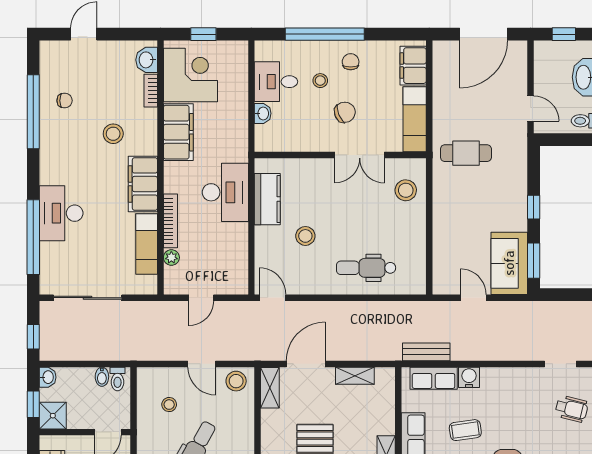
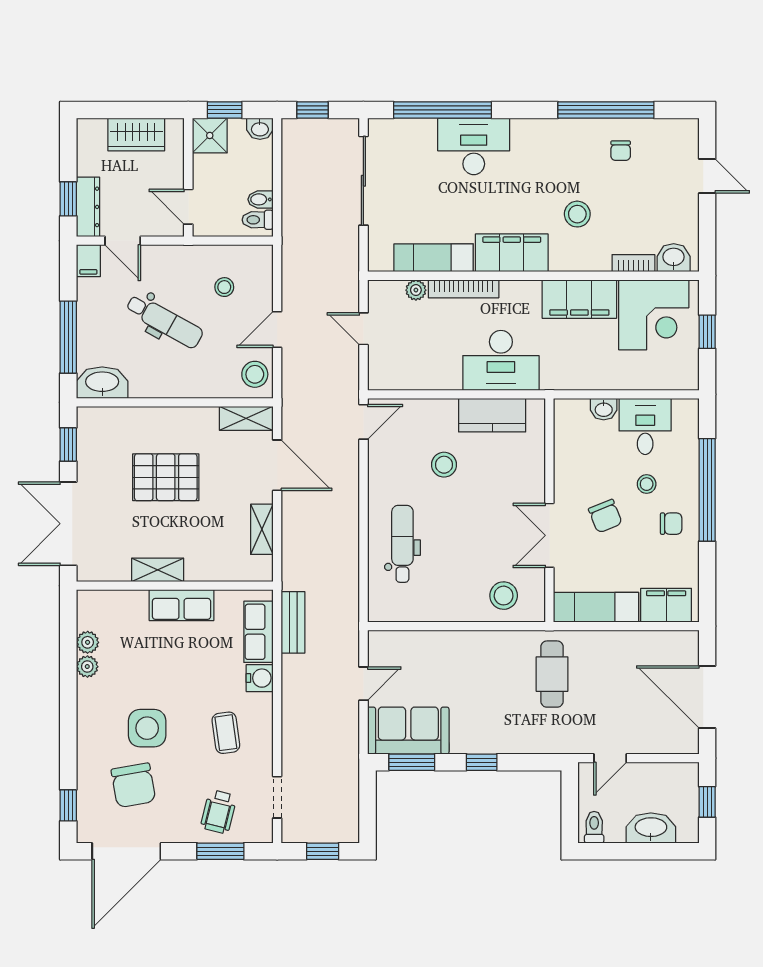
coffee table: (465, 430) -> (226, 733), moved

